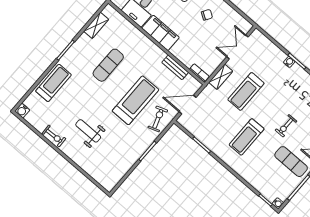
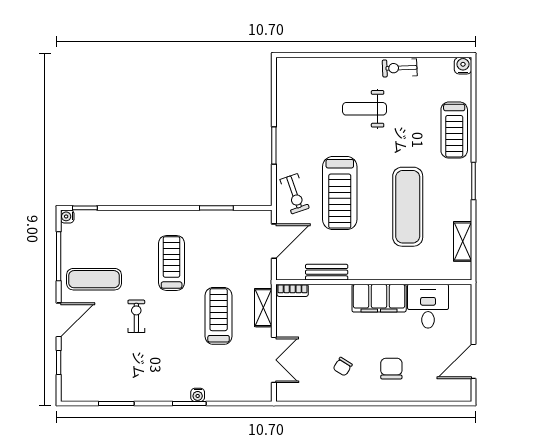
exercise mat: (108, 65) -> (408, 207), width x1.36, depth x1.45
weight bench: (88, 131) -> (364, 109), turned 180

